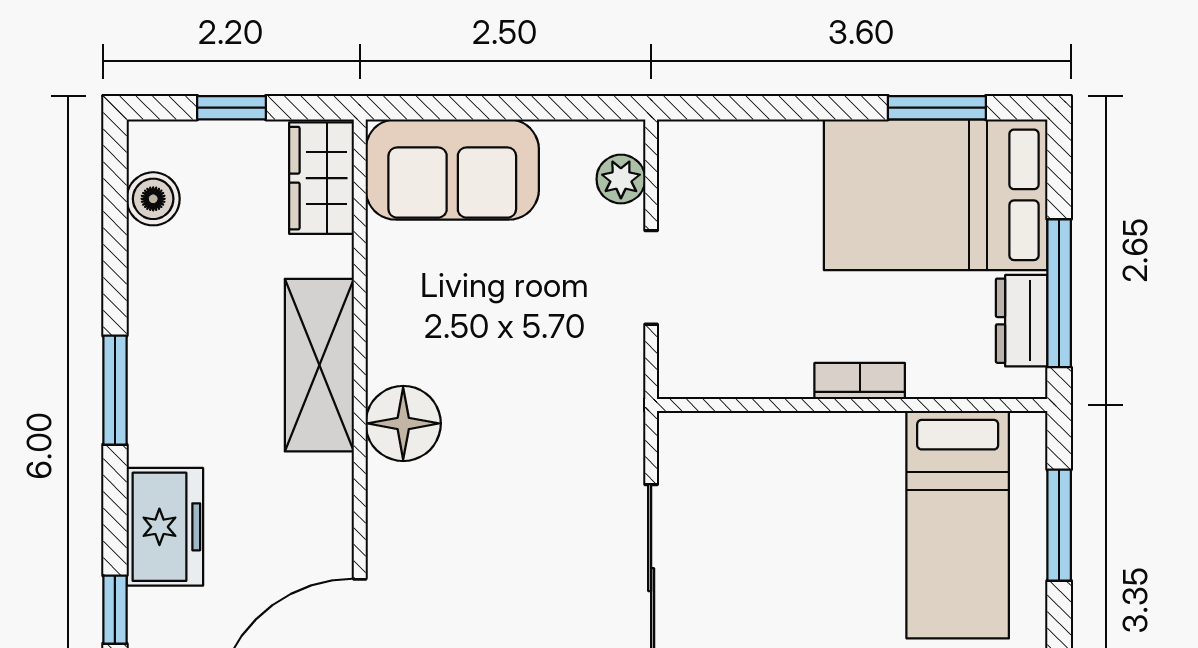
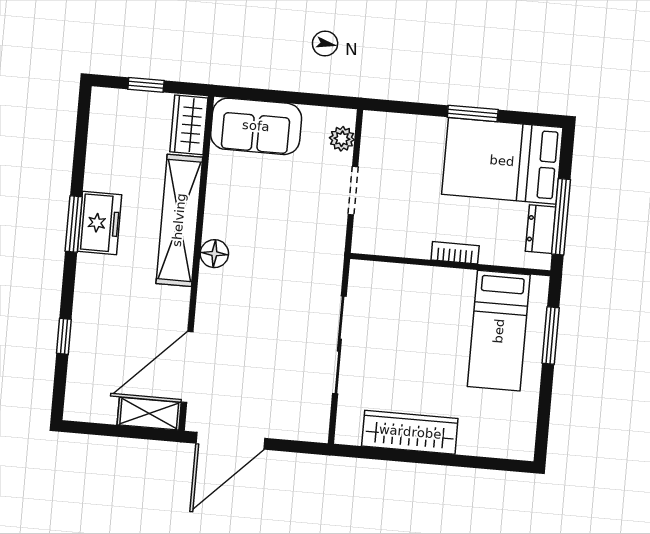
window: (937, 108) -> (473, 113), moved
boiler: (153, 199) -> (102, 128), removed
shelving: (319, 365) -> (179, 220), width x1.47
floor lamp: (403, 423) -> (214, 254), width x0.73, depth x0.73
freezer: (165, 527) -> (99, 223), moved

